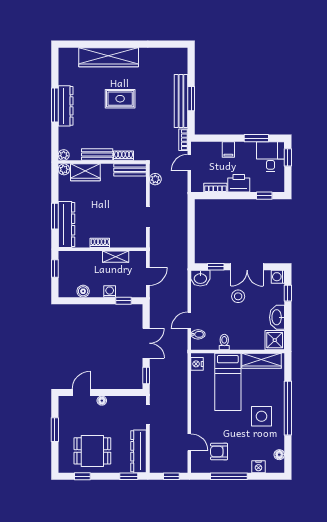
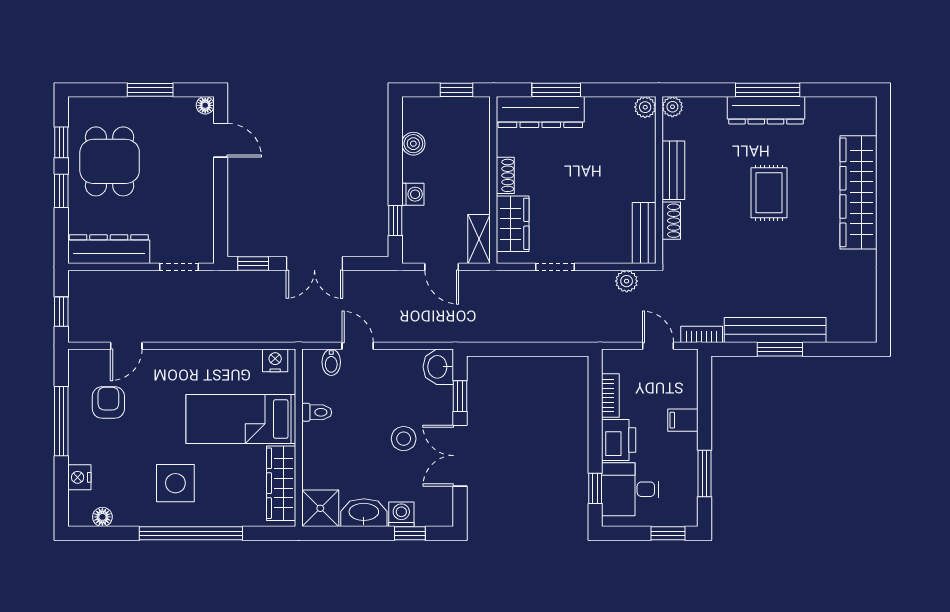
rug: (120, 99) -> (769, 193), moved
desk: (270, 157) -> (630, 489), moved, turned 180
wardrobe: (85, 172) -> (513, 224), moved, turned 180
shelving: (116, 257) -> (479, 239), moved
washing machine: (278, 277) -> (401, 514), moved
floor lamp: (102, 401) -> (205, 105), moved
window: (129, 476) -> (61, 191), moved

